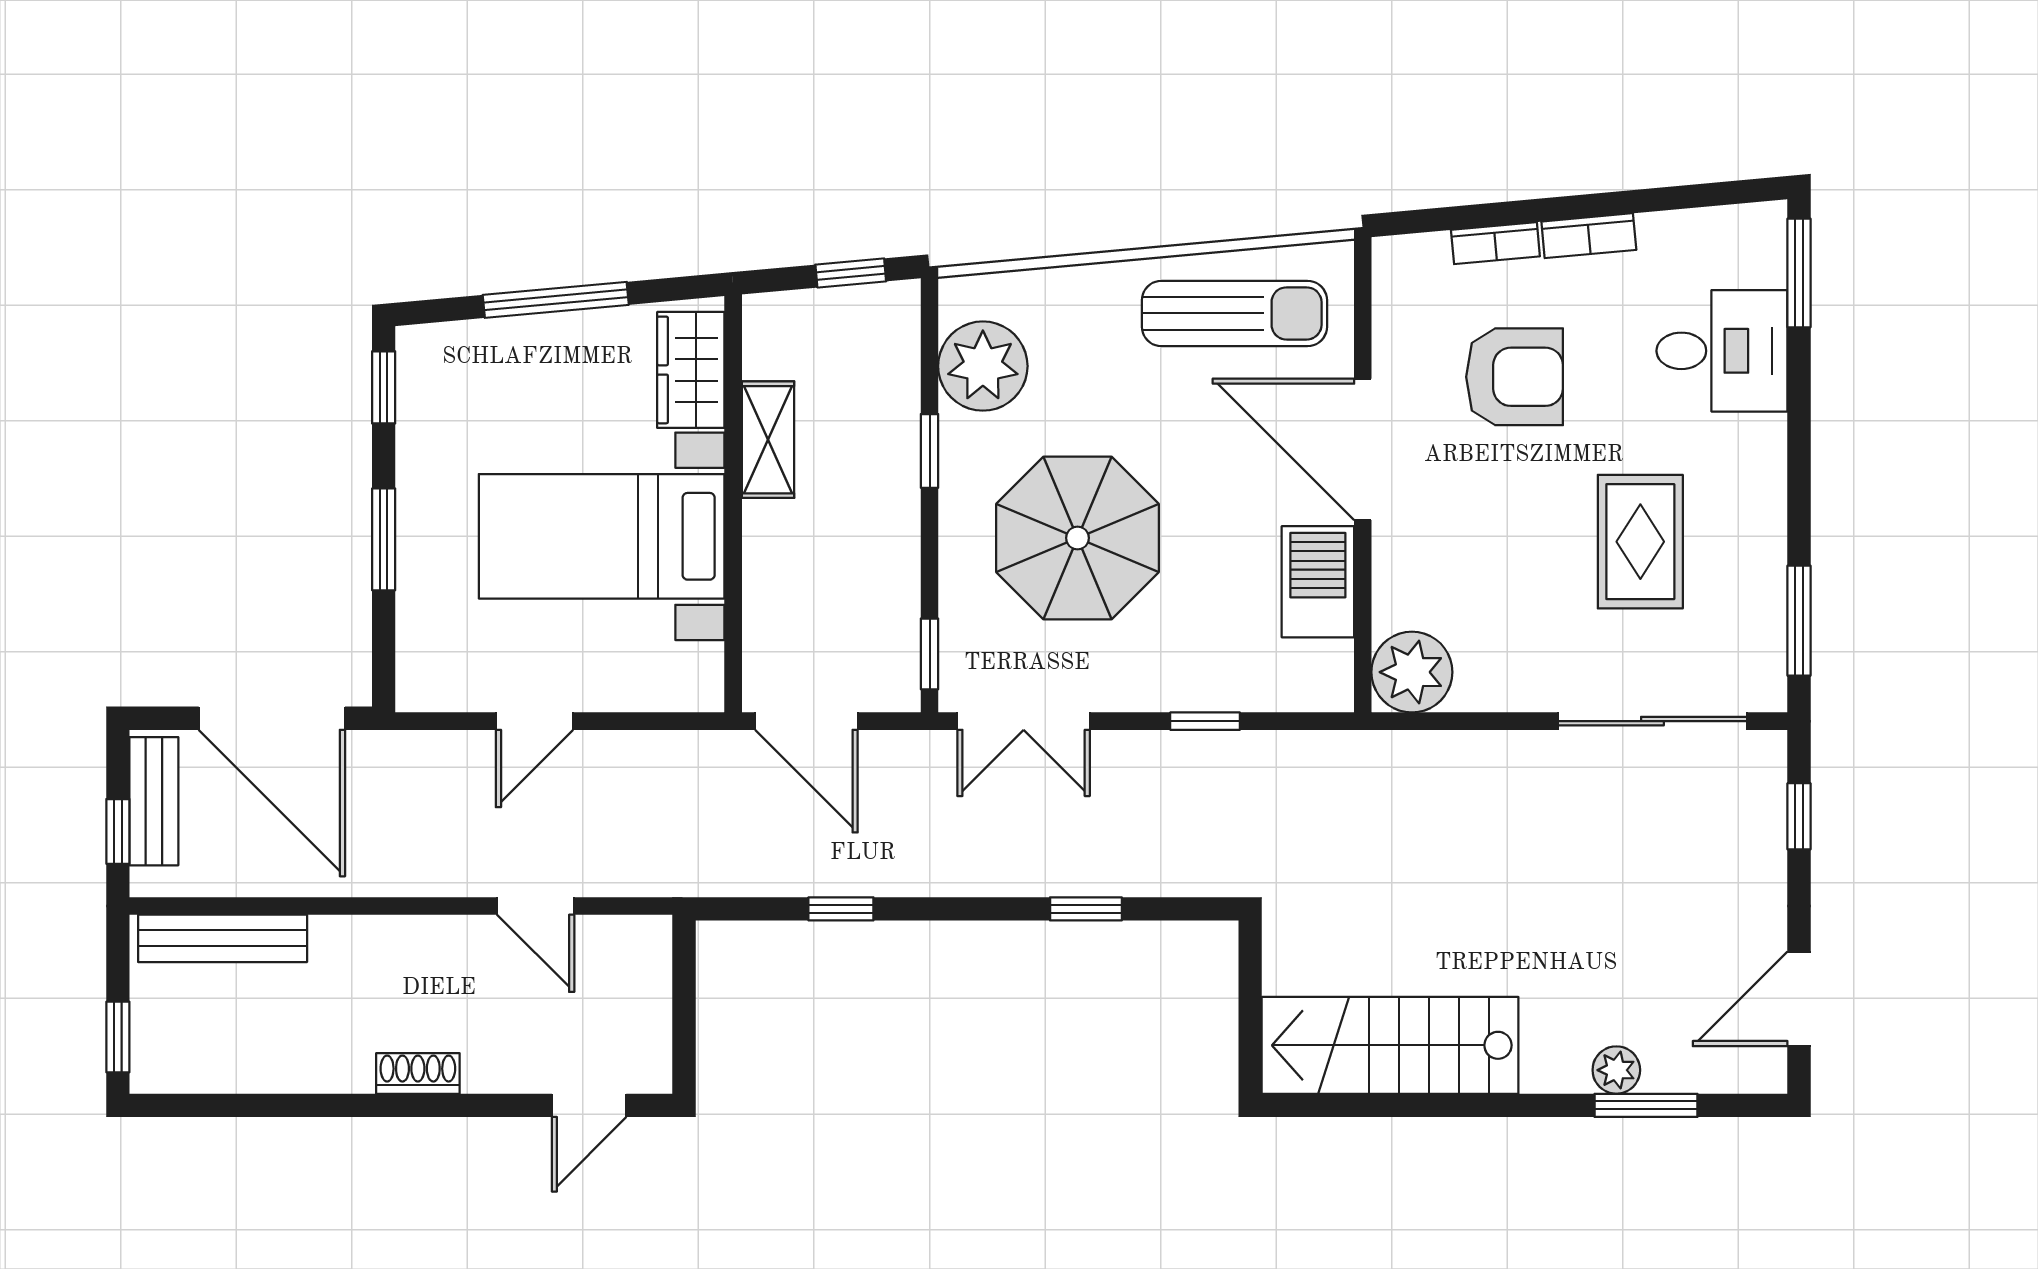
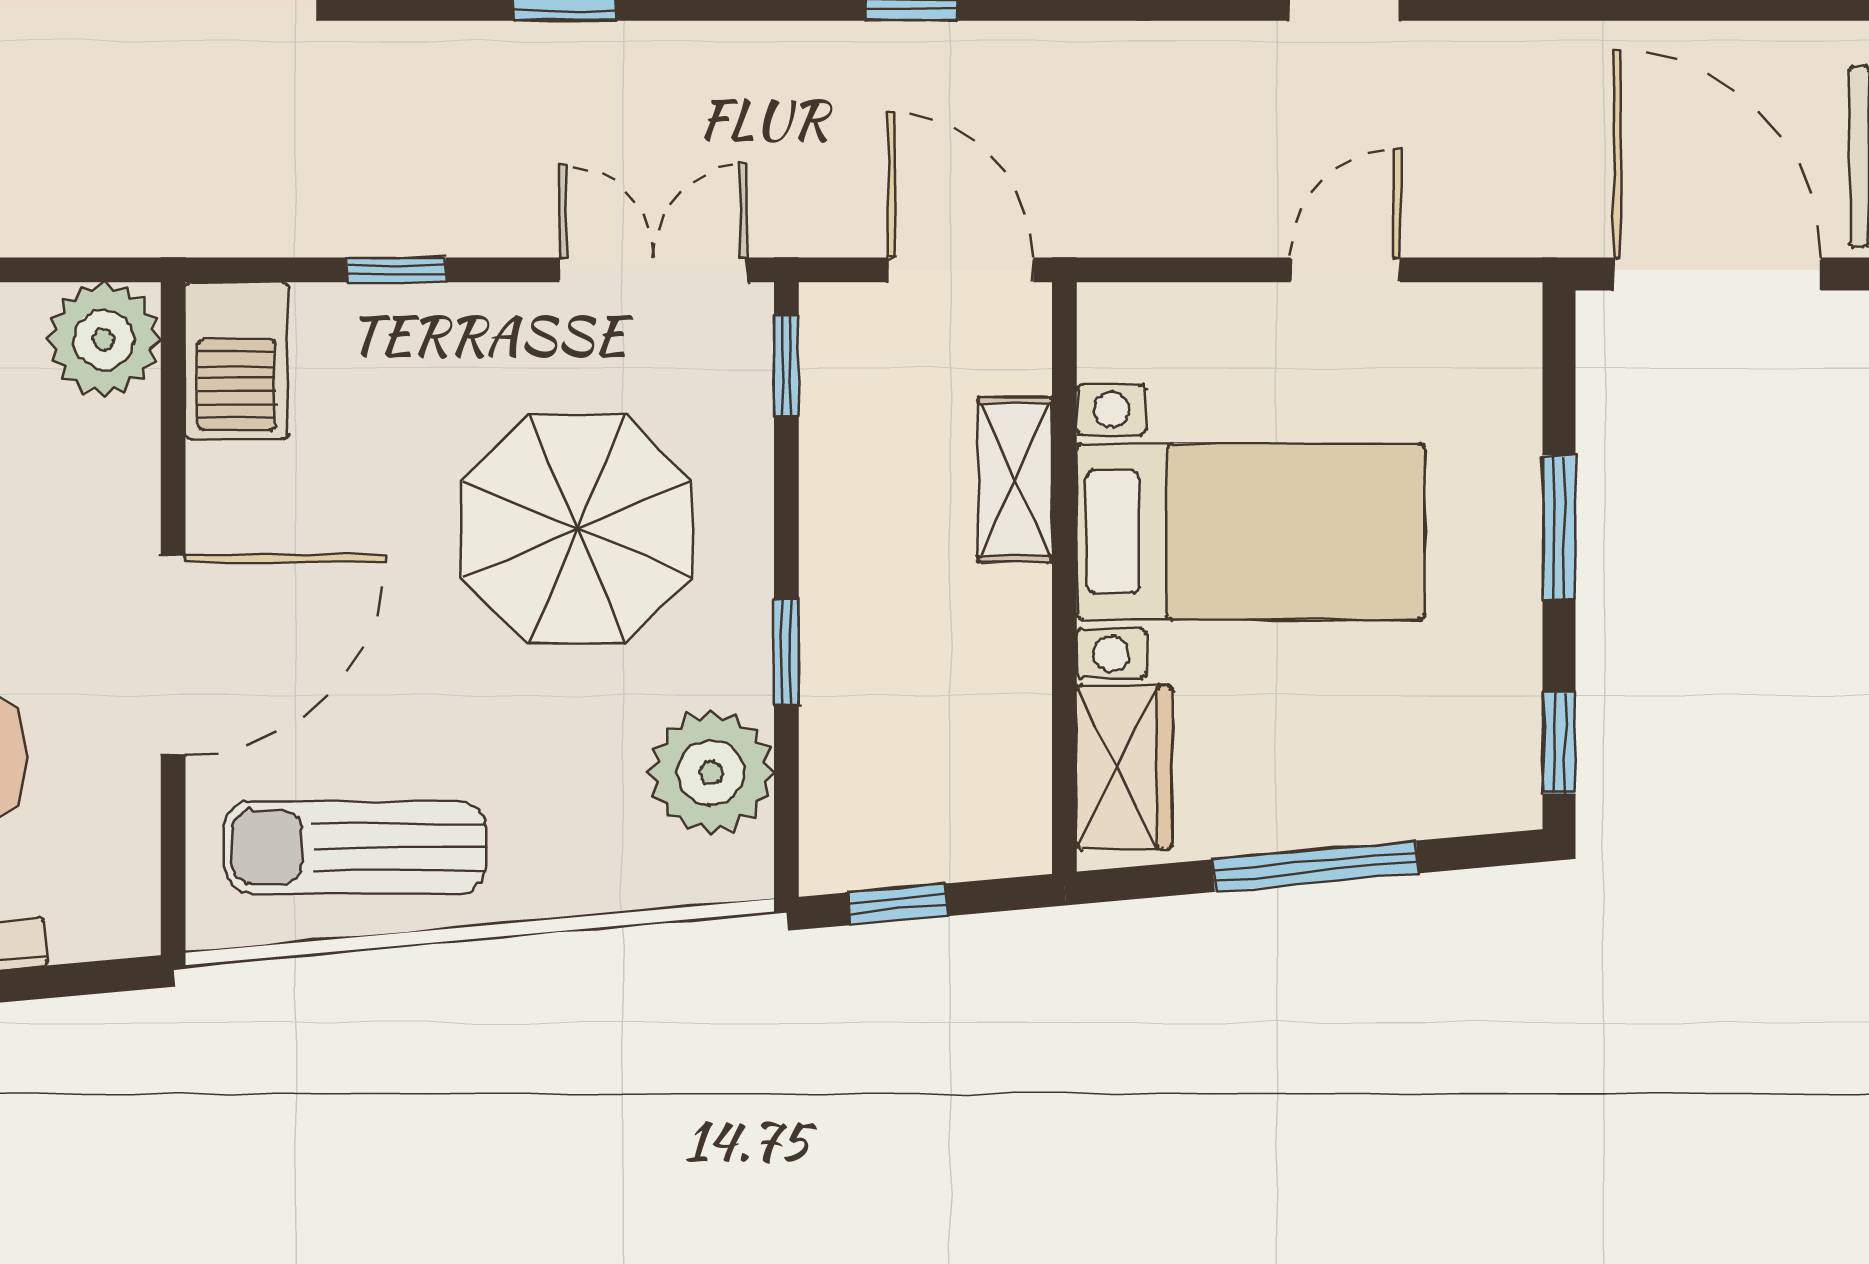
shelving: (768, 440) -> (1015, 480), moved
door: (1363, 449) -> (173, 655), hinge flipped
barbecue: (1318, 582) -> (237, 361), moved

